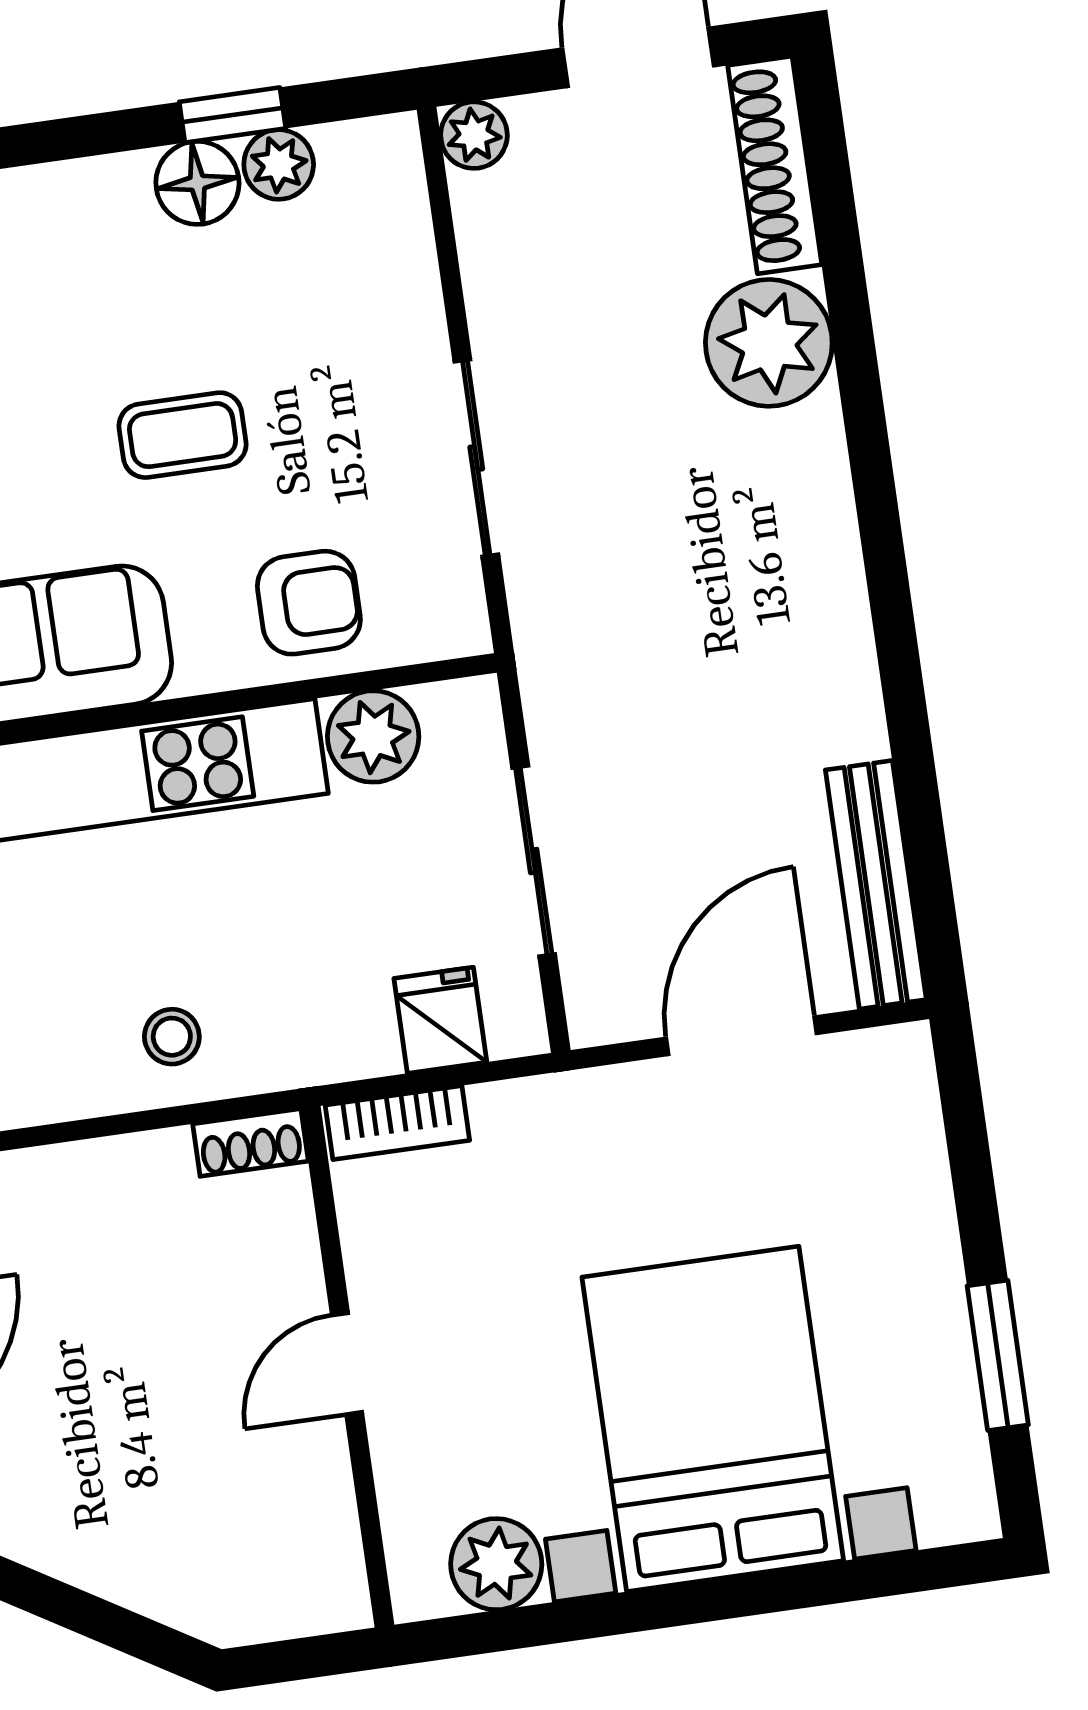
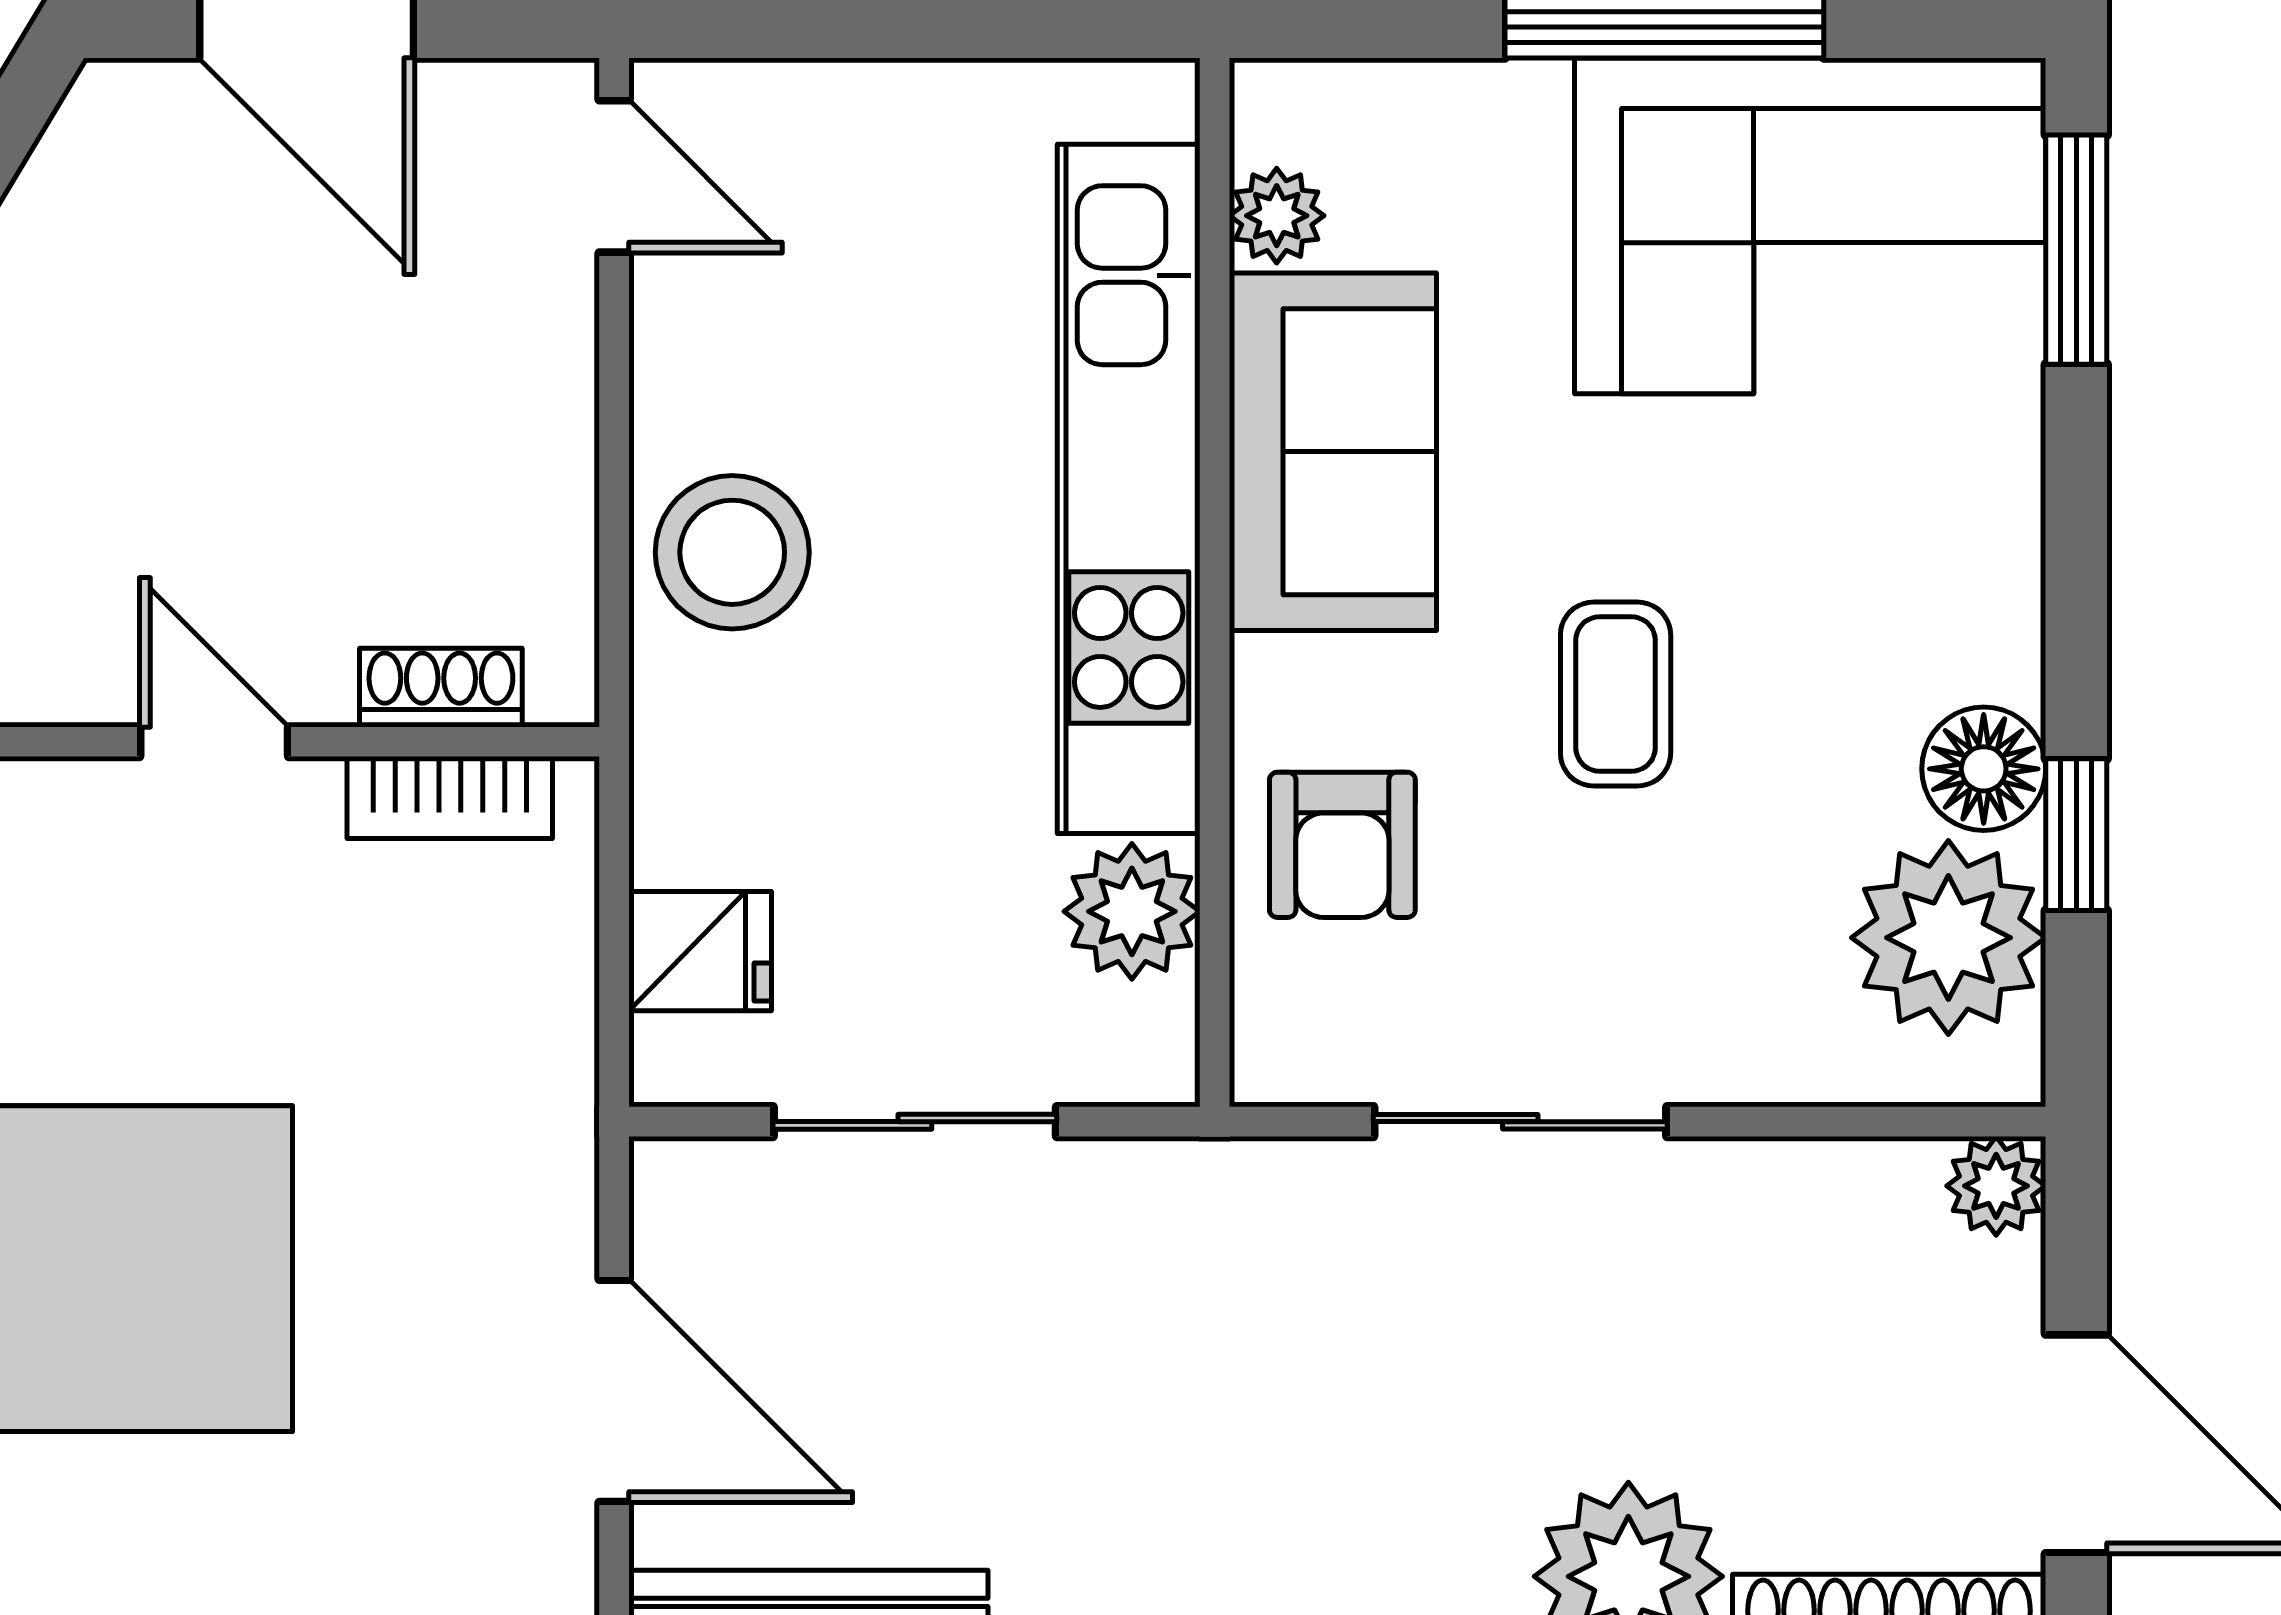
plant: (279, 164) -> (1948, 938), width x1.88, depth x1.88
stool: (172, 1037) -> (732, 552), width x1.89, depth x1.89
bookcase: (397, 1123) -> (450, 798), moved, turned -90
shoe rack: (250, 1143) -> (441, 688), moved, turned 90

